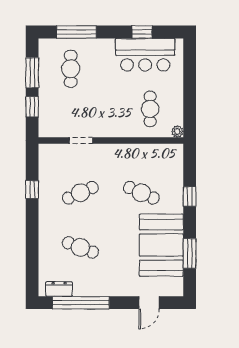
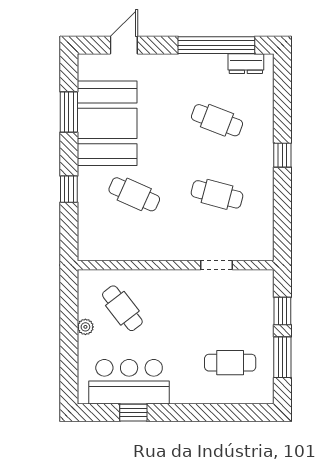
window: (76, 32) -> (222, 413), removed
cafe table: (71, 69) -> (230, 363), turned 90
cafe table: (150, 109) -> (122, 308), turned -38
plant: (177, 131) -> (85, 327), moved
window: (32, 189) -> (282, 155), moved
cafe table: (80, 193) -> (217, 194), turned 39

